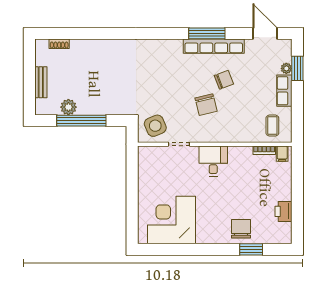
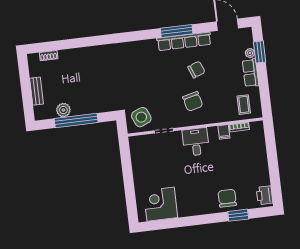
chair: (206, 105) -> (193, 101), moved
filing cabinet: (282, 154) -> (224, 132), moved
printer: (283, 211) -> (265, 195), moved
corner desk: (171, 220) -> (161, 204), width x0.74, depth x0.74

